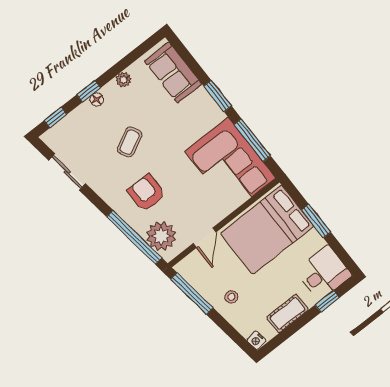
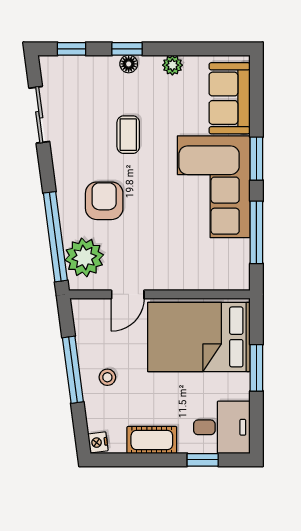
coffee table: (130, 142) -> (128, 135), turned -63
corner sofa: (230, 165) -> (214, 187), moved
window: (192, 294) -> (73, 370), moved

